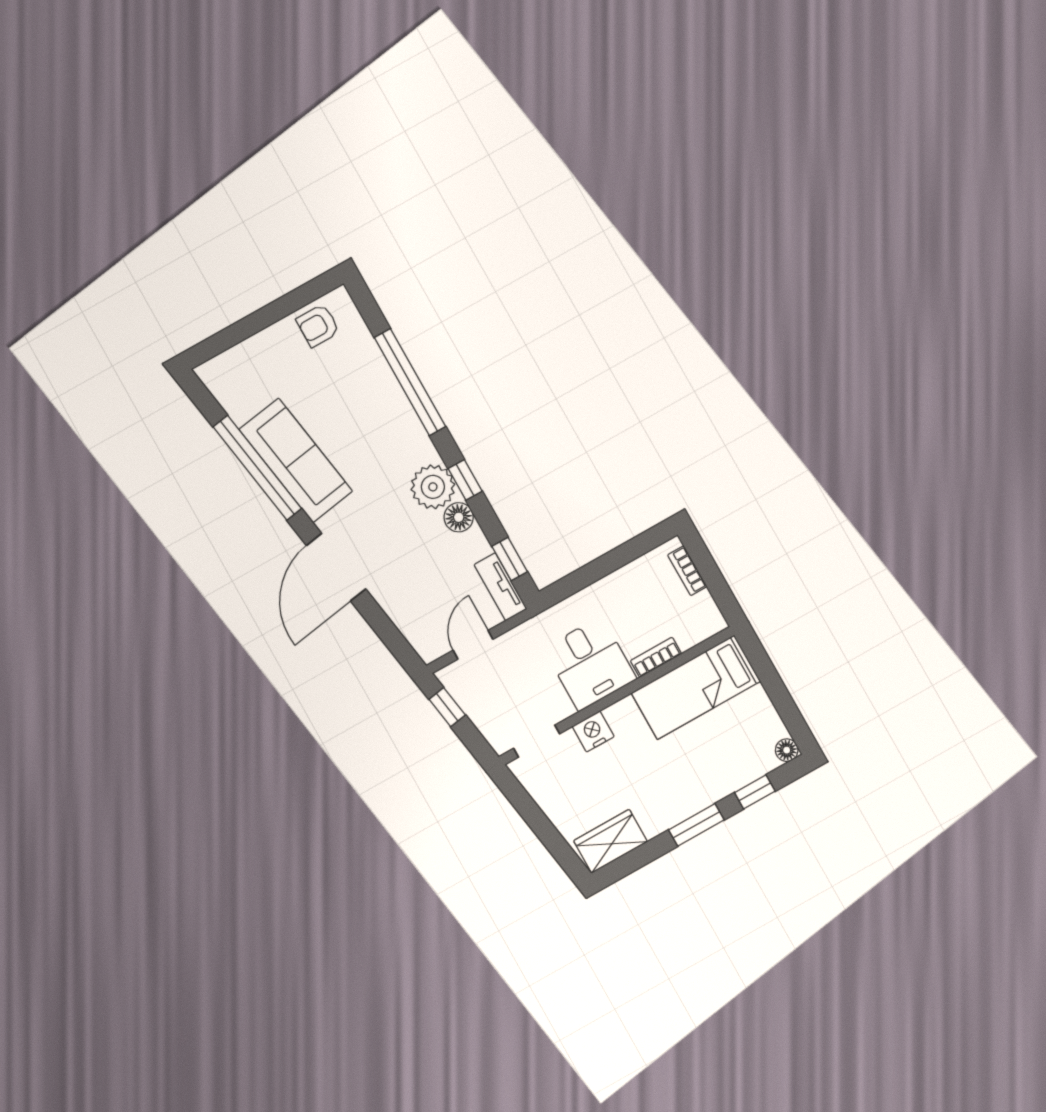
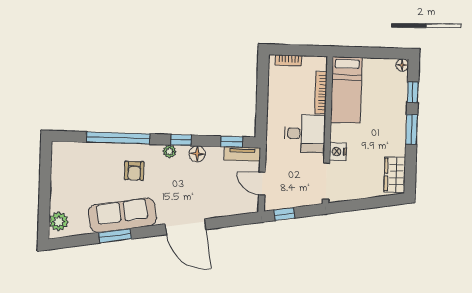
armchair: (318, 326) -> (134, 171), moved
plant: (227, 369) -> (59, 222), added
window: (257, 468) -> (115, 236), width x0.47
plant: (433, 487) -> (169, 151), width x0.53, depth x0.53
bookcase: (656, 657) -> (321, 93), width x1.56
doorway: (537, 741) -> (326, 181), width x1.38

